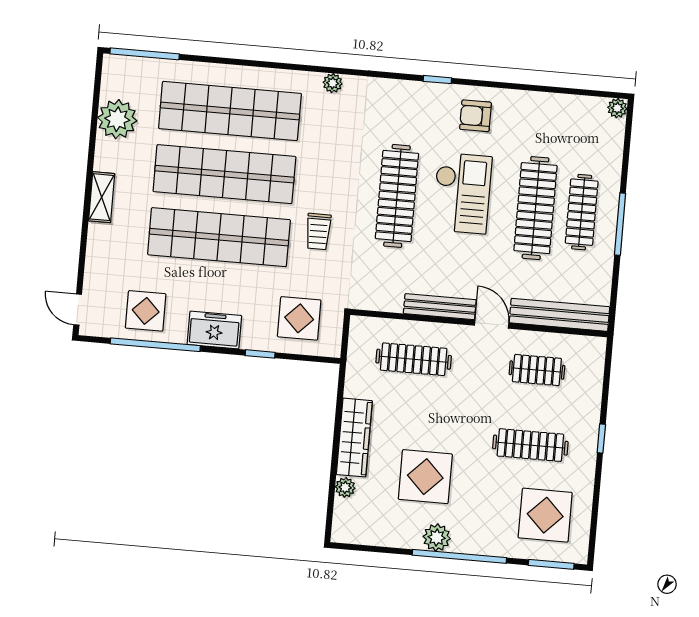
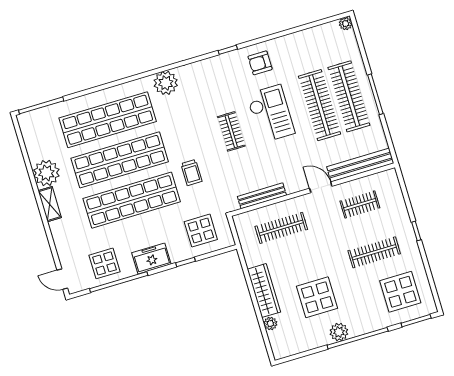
plant: (333, 83) -> (166, 83), width x1.87, depth x1.87
plant: (117, 119) -> (46, 173), moved
clothes rail: (397, 196) -> (231, 131), width x0.54, depth x0.76
clothes rail: (582, 212) -> (349, 96), width x1.37, depth x1.31
bench: (440, 307) -> (262, 196), moved

